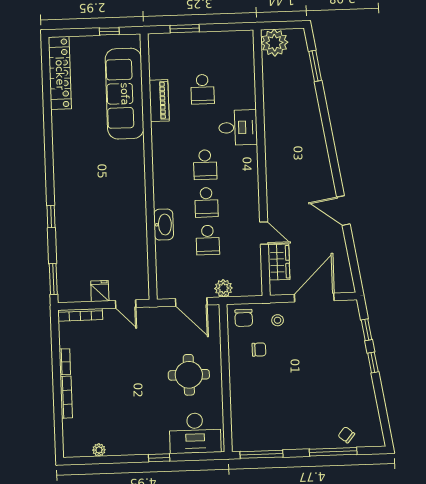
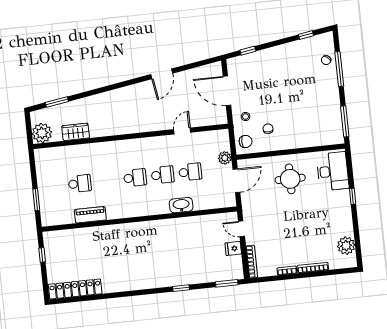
sofa: (125, 94) -> (87, 240), removed
desk: (238, 128) -> (106, 155), removed
wardrobe: (279, 262) -> (76, 132), moved
door: (126, 304) -> (241, 229), swing flipped
window: (373, 363) -> (306, 35), moved
plant: (99, 450) -> (346, 246), width x1.88, depth x1.88

